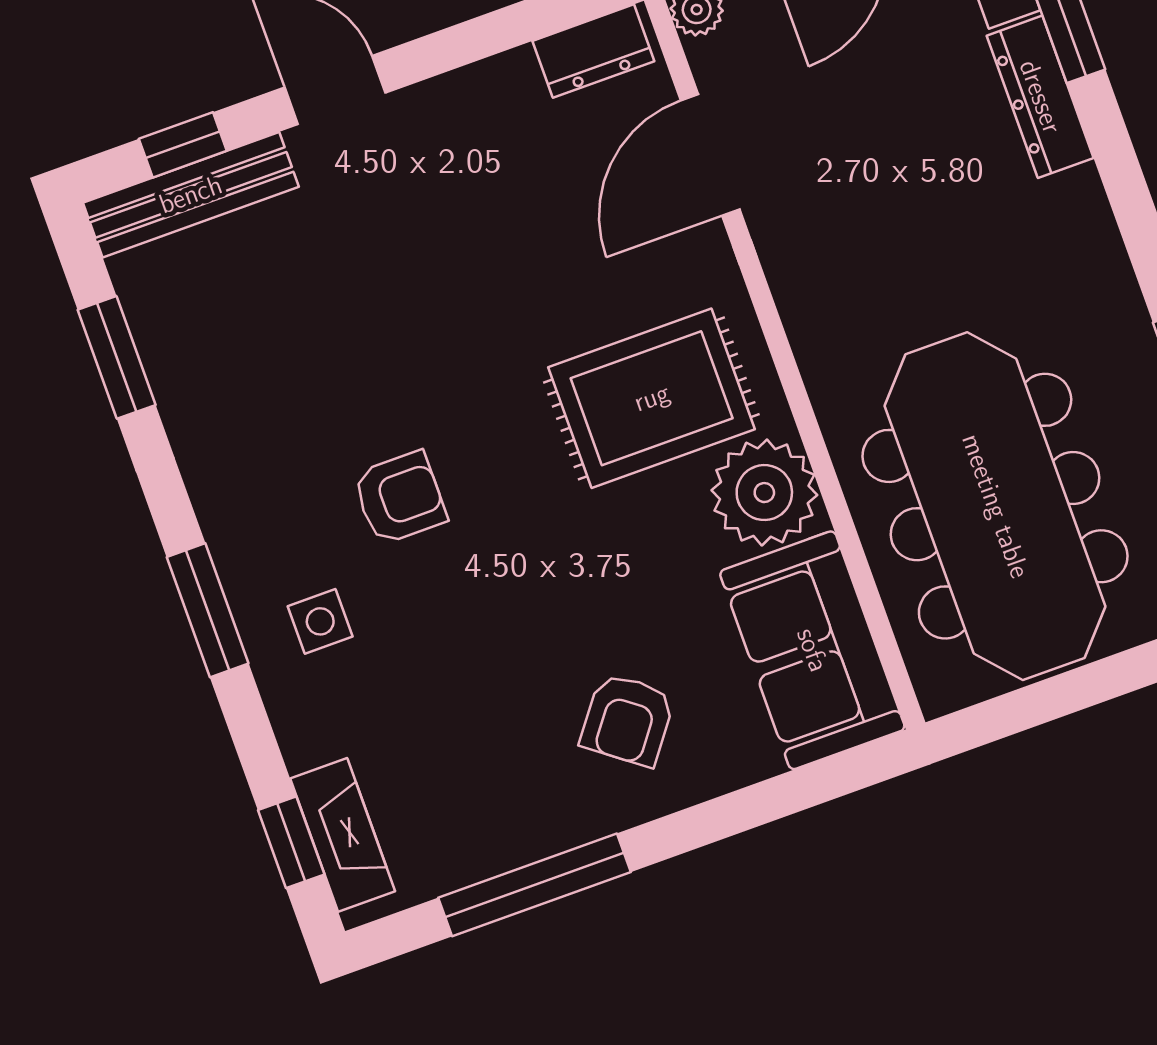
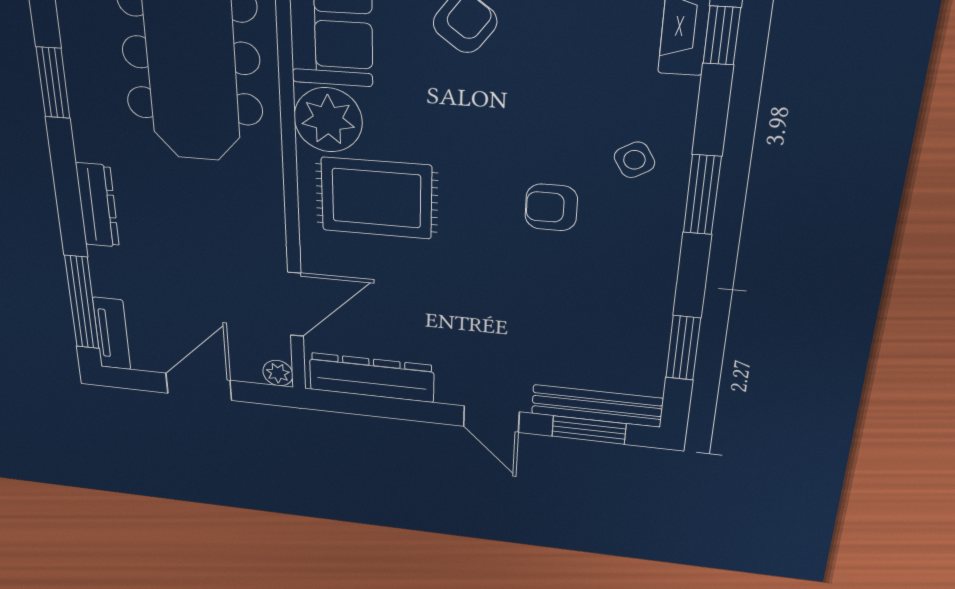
dresser: (593, 51) -> (371, 378), width x1.96, depth x1.24
dresser: (1040, 97) -> (98, 205), moved
window: (183, 145) -> (589, 430), width x1.50
side table: (320, 621) -> (634, 160), turned -31

